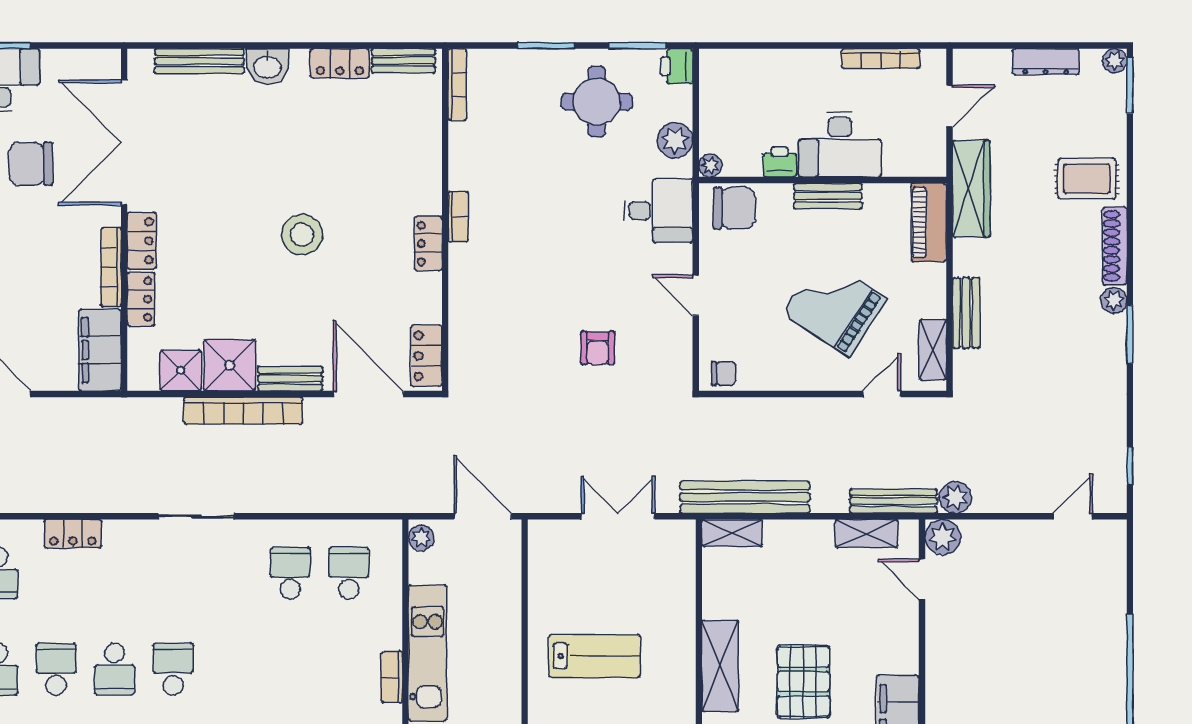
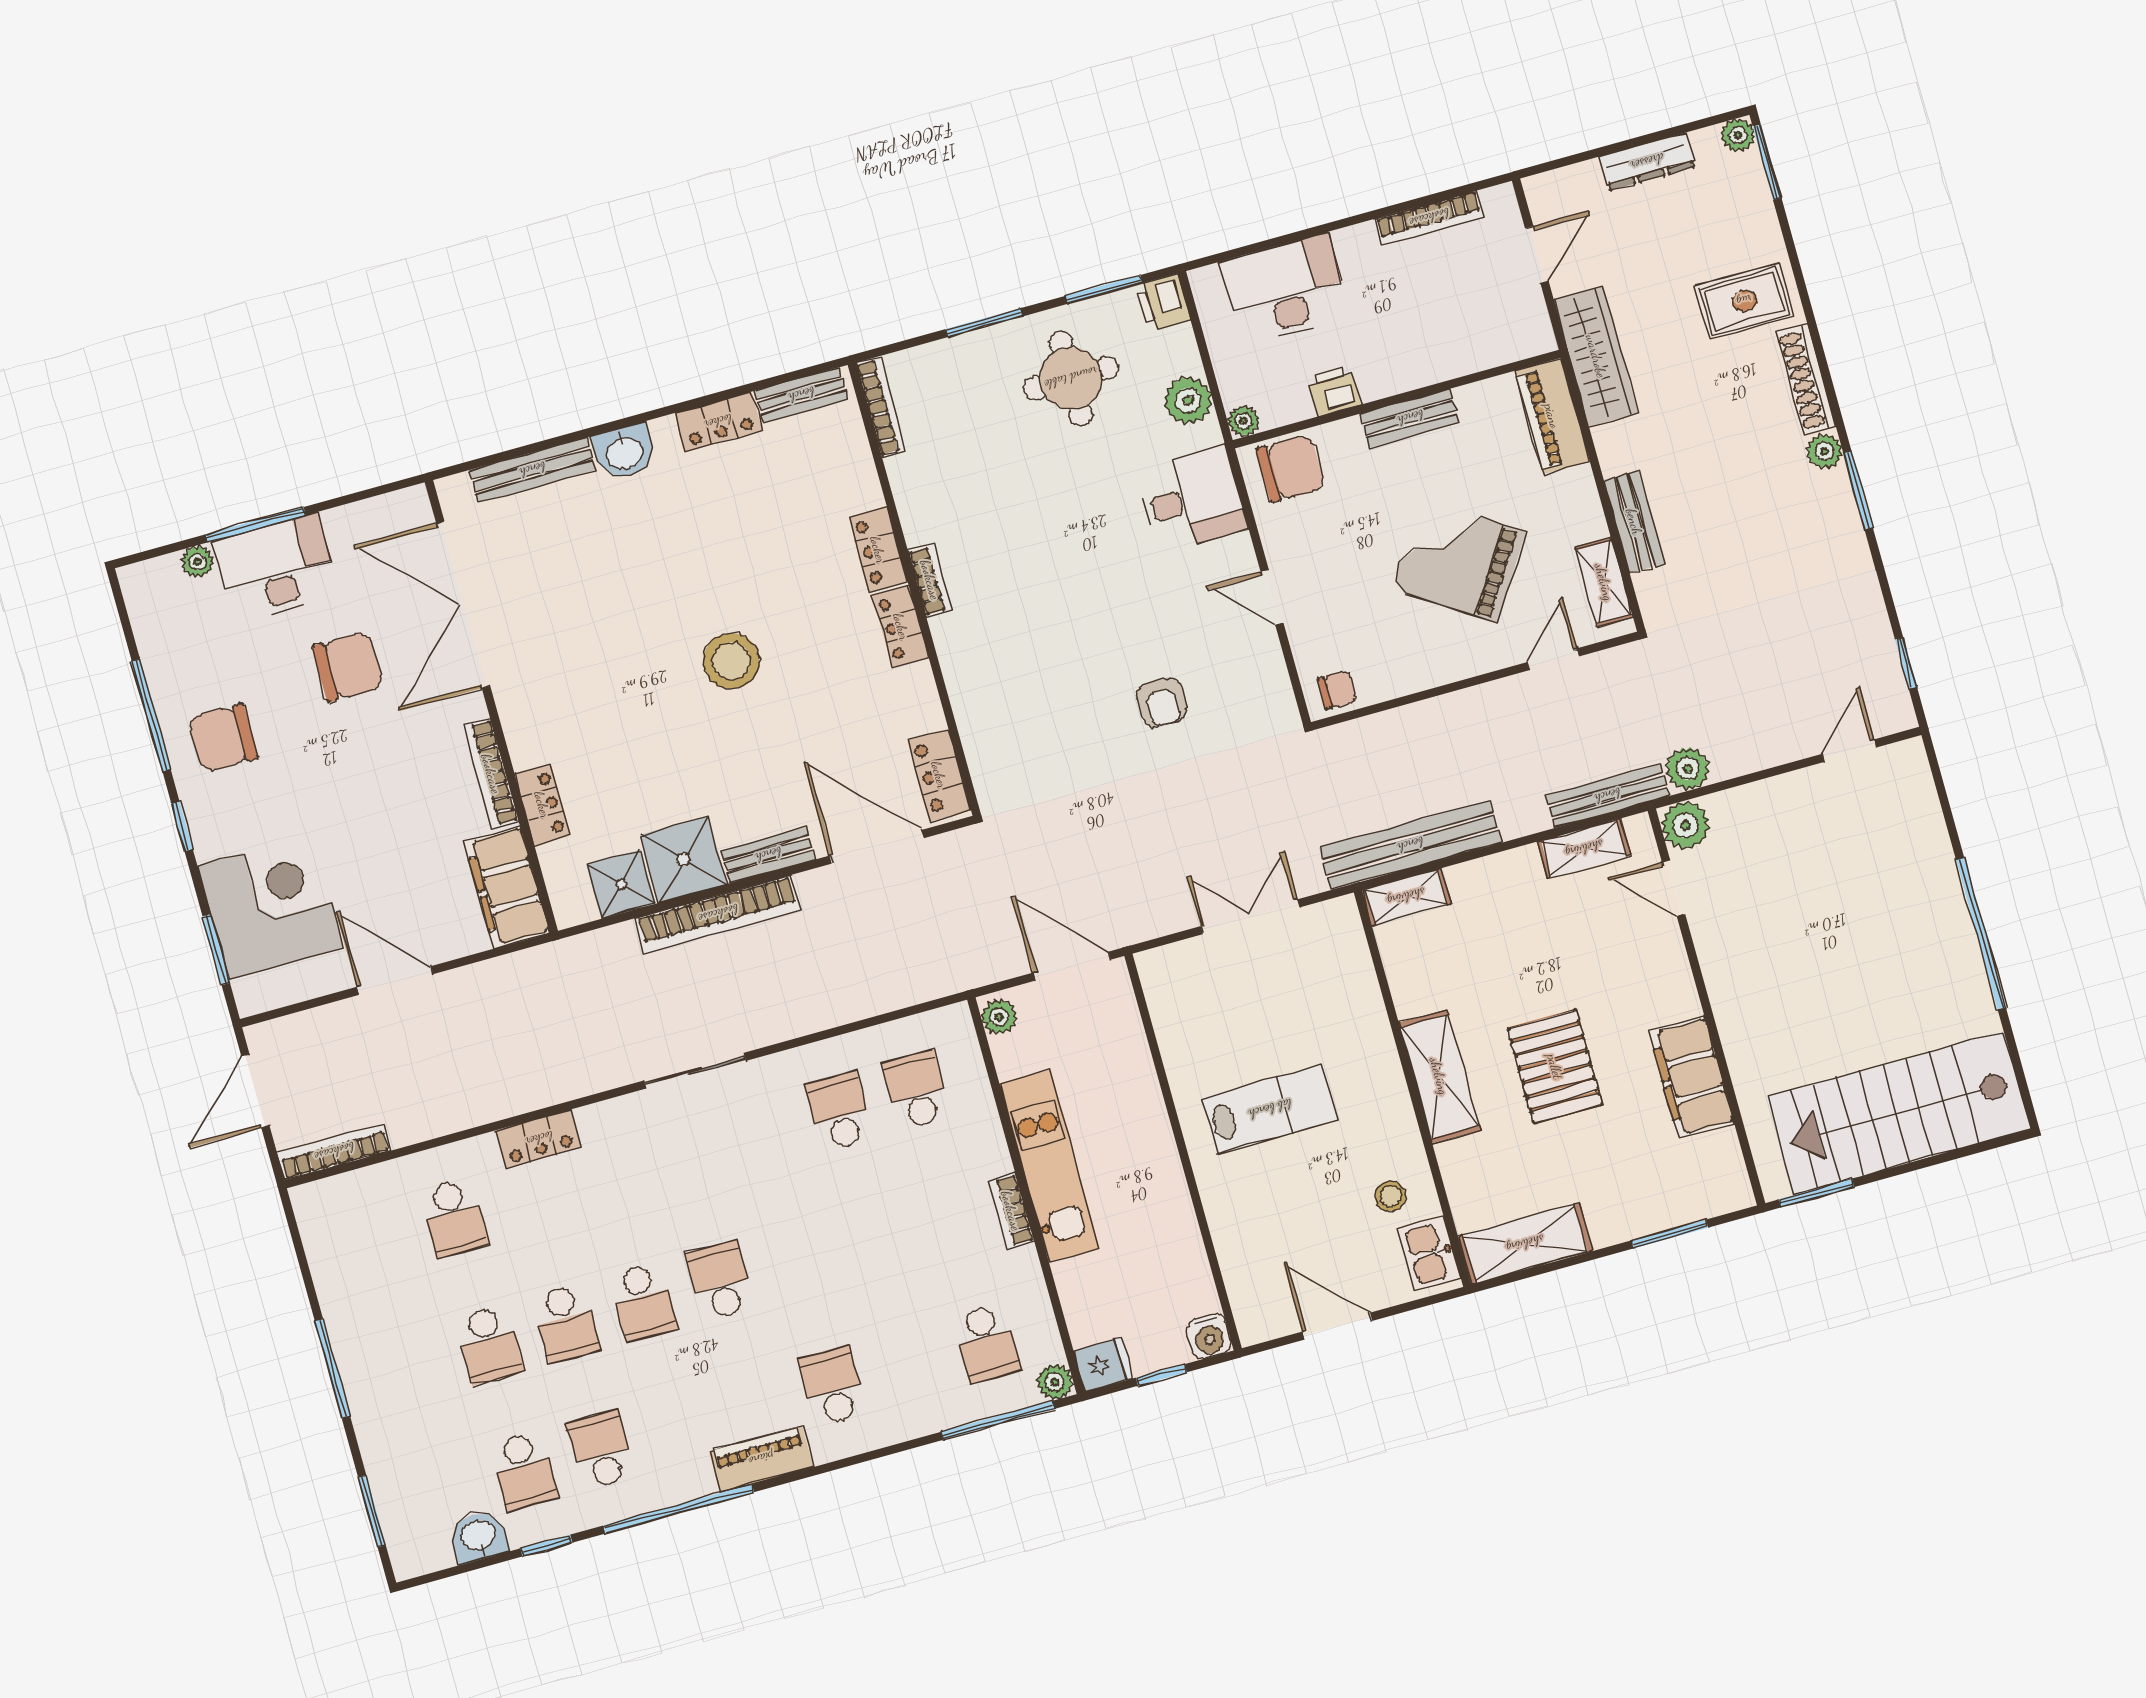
desk: (840, 145) -> (1285, 290), moved, turned 180
chair: (31, 164) -> (348, 667), turned 180
locker: (142, 241) -> (878, 550), moved, turned 180
school desk: (56, 669) -> (566, 1323), turned 180

